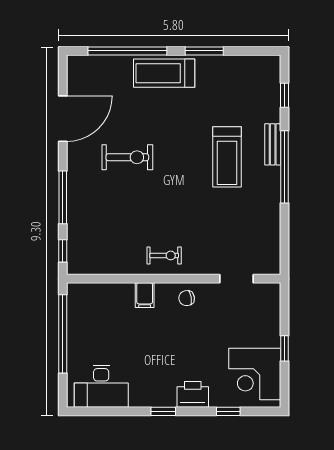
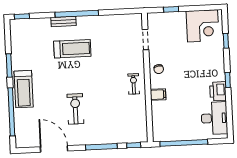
window: (284, 95) -> (22, 16), moved
window: (284, 348) -> (171, 9), moved
printer: (193, 394) -> (218, 91), moved

